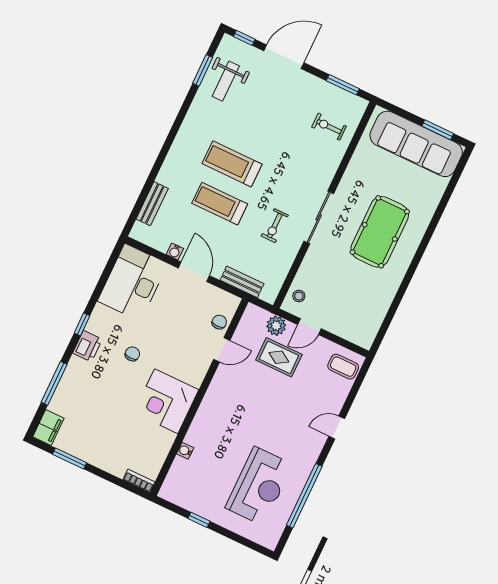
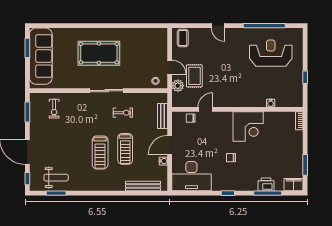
bench: (152, 204) -> (143, 186), width x1.36
printer: (87, 346) -> (266, 184), moved
door: (222, 350) -> (205, 109), hinge flipped

